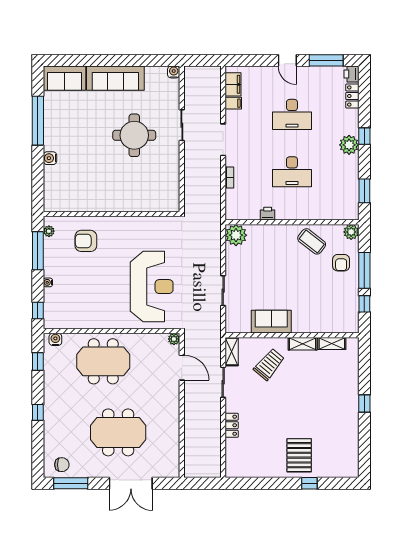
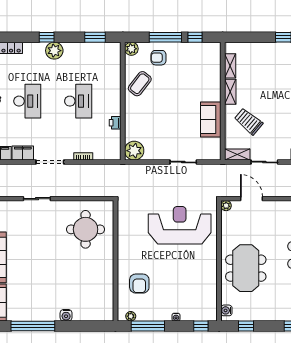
filing cabinet: (233, 103) -> (23, 153), width x2.00
round table: (134, 135) -> (86, 229), moved
armchair: (341, 263) -> (159, 58), turned 180
door: (182, 368) -> (251, 199), hinge flipped

